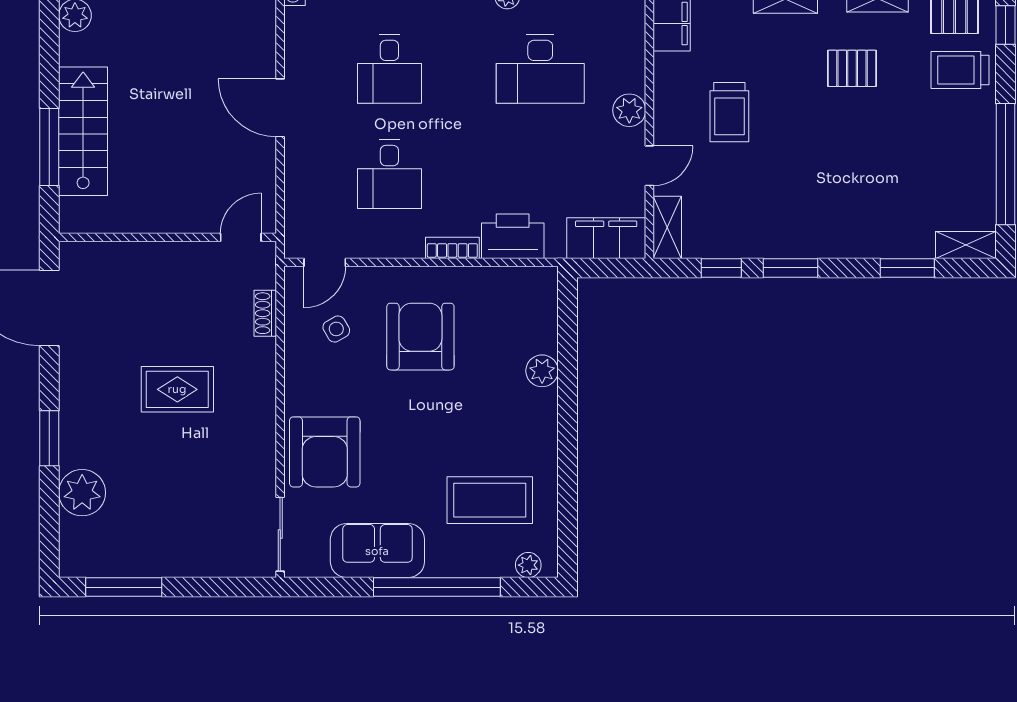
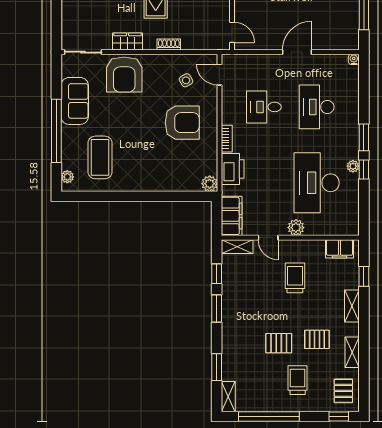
pallet: (852, 68) -> (317, 339), turned 90
desk: (389, 69) -> (317, 107), width x1.37
desk: (540, 69) -> (317, 183), width x1.36, depth x1.30
trolley: (960, 70) -> (298, 380), moved
trolley: (729, 112) -> (295, 278), turned 90
pallet: (860, 144) -> (279, 343), added
shoe rack: (265, 313) -> (169, 45), moved
plant: (542, 371) -> (210, 184), moved
wardrobe: (259, 445) -> (127, 42), added
armchair: (325, 452) -> (124, 74), turned -90

